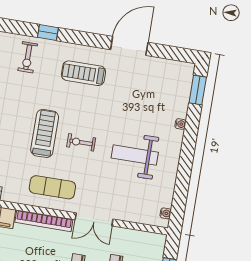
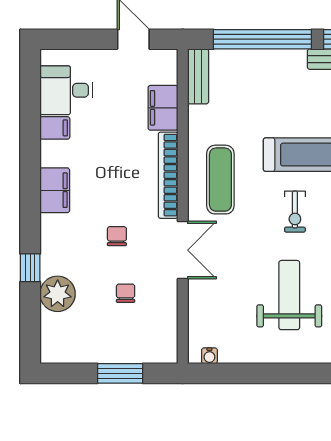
exercise bike: (81, 142) -> (295, 212), turned 180
double door: (94, 219) -> (183, 250), swing flipped

